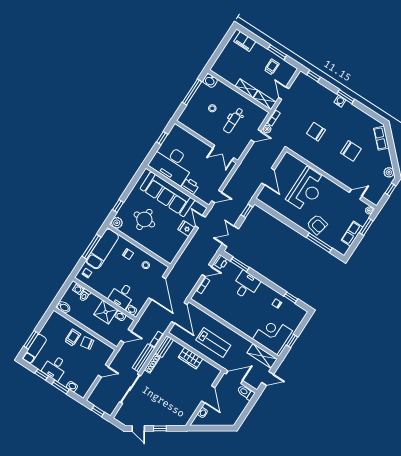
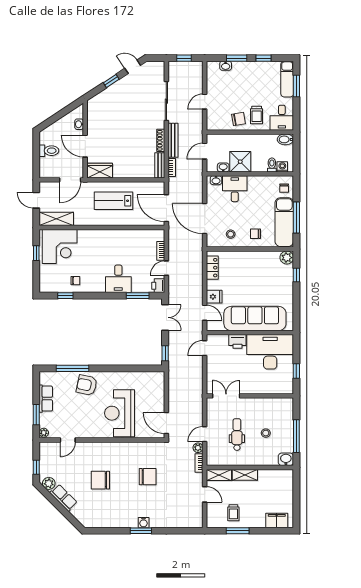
window: (314, 76) -> (186, 531), removed
row of seats: (381, 138) -> (64, 498), moved
door: (268, 177) -> (166, 423), moved
round table: (144, 219) -> (262, 279), removed
locker: (174, 250) -> (212, 268), added
wardrobe: (191, 358) -> (100, 171), moved
desk: (55, 368) -> (282, 118), moved, turned 180
door: (268, 378) -> (36, 200), hinge flipped
toilet: (246, 392) -> (49, 151), moved

